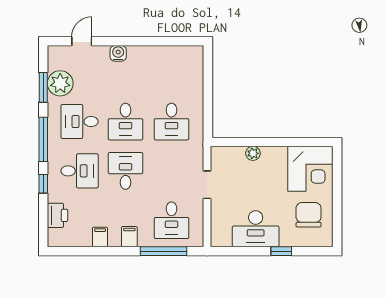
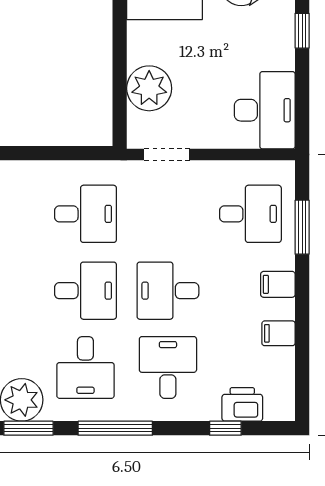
plant: (253, 153) -> (149, 88), width x1.87, depth x1.87
window: (43, 184) -> (225, 428), moved
doorway: (207, 185) -> (167, 155), moved
desk: (256, 229) -> (265, 110), moved
window: (164, 251) -> (302, 227), width x0.69

